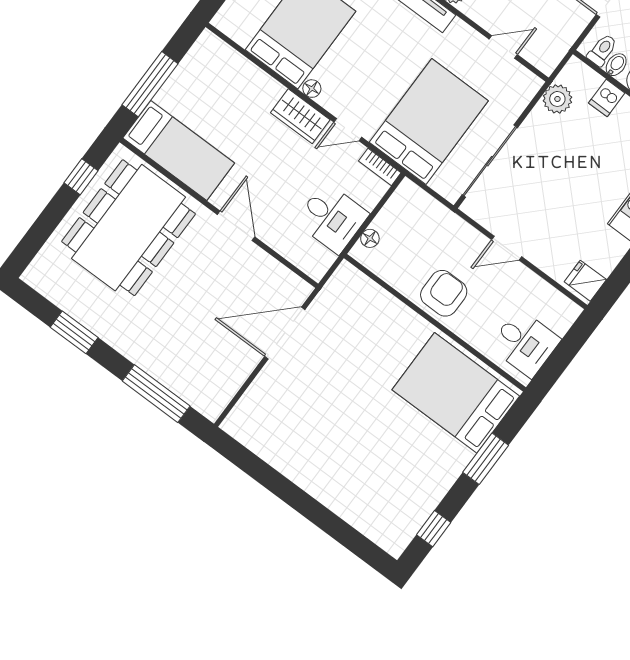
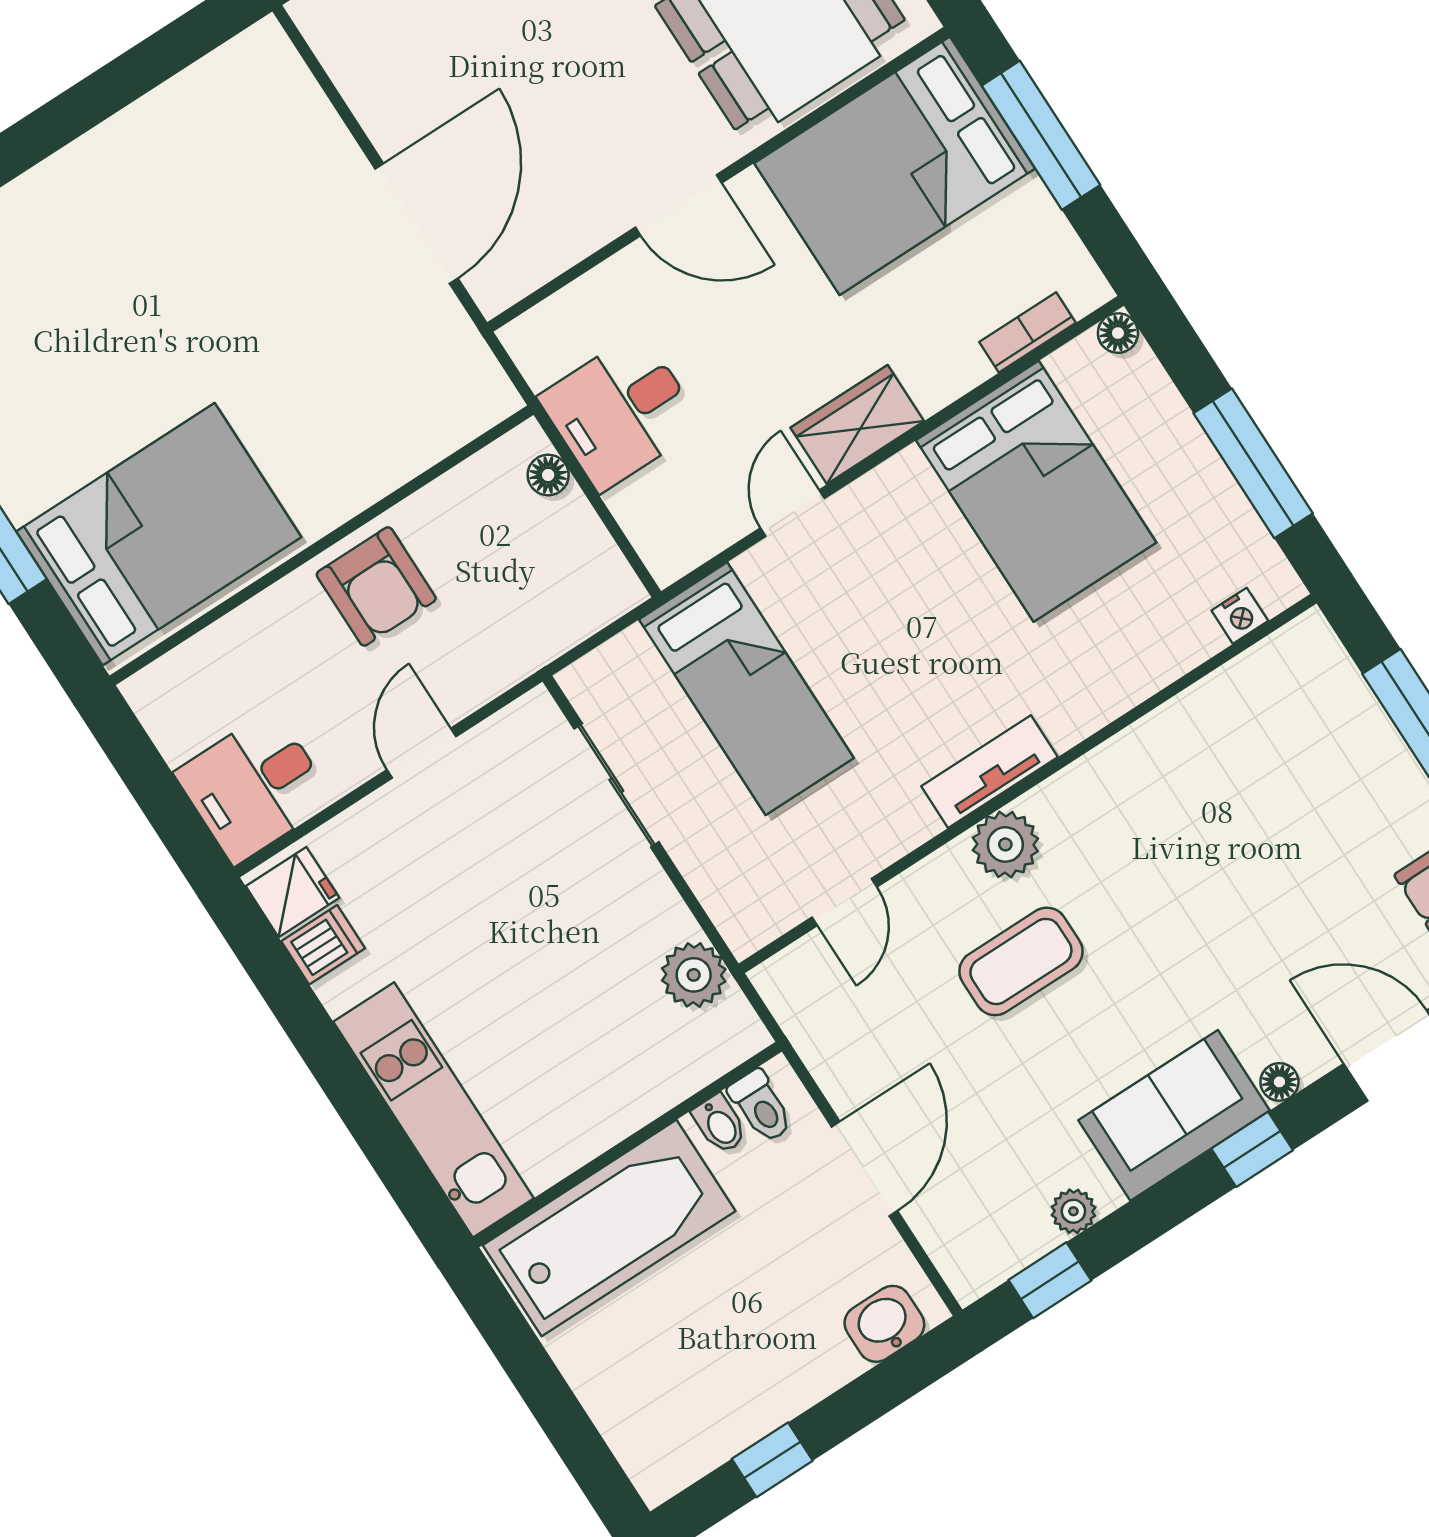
floor lamp: (312, 89) -> (1118, 333), moved
dishwasher: (607, 98) -> (323, 945), moved, turned 90
bed: (429, 122) -> (746, 689), width x0.67
bed: (179, 150) -> (895, 166), width x1.50
sliding door: (490, 161) -> (616, 785), width x0.73
bookcase: (380, 167) -> (1027, 332), moved
desk: (525, 343) -> (254, 787), moved

